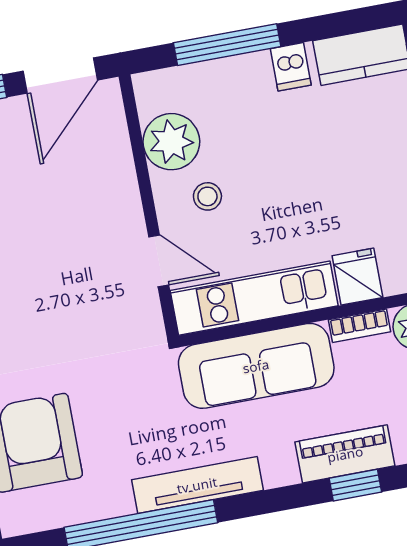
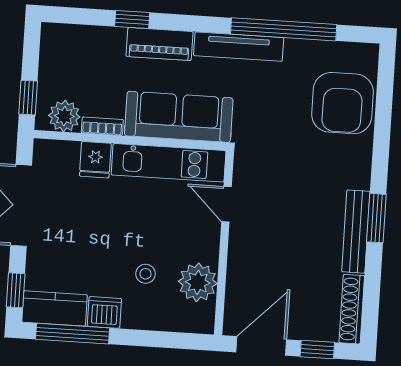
window: (227, 45) -> (73, 334), moved
dishwasher: (291, 67) -> (104, 312), width x1.38
stool: (207, 196) -> (146, 274), moved
piano: (345, 454) -> (159, 44), moved

